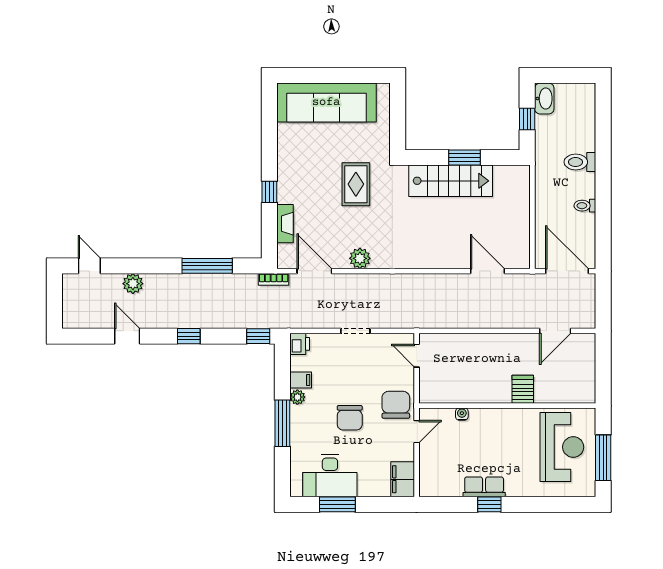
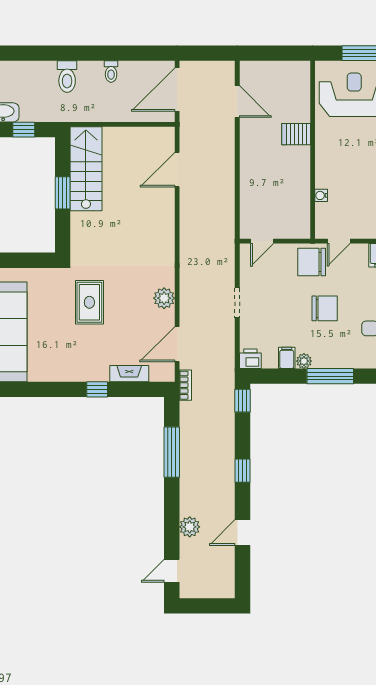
stairs: (451, 181) -> (86, 169), moved
rug: (356, 184) -> (89, 302), turned 90
door: (417, 432) -> (339, 241), swing flipped

